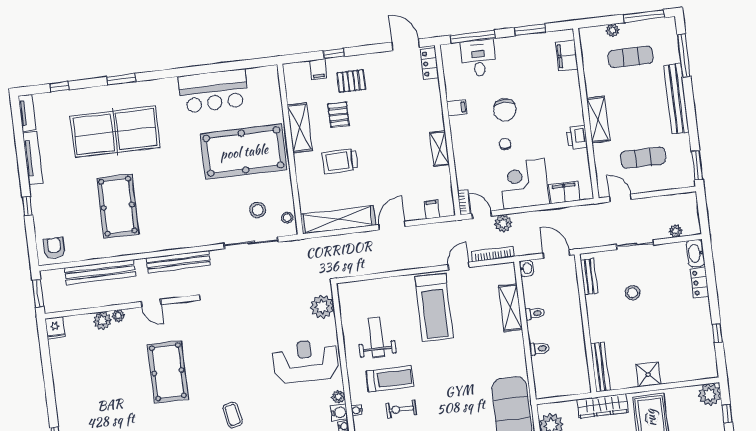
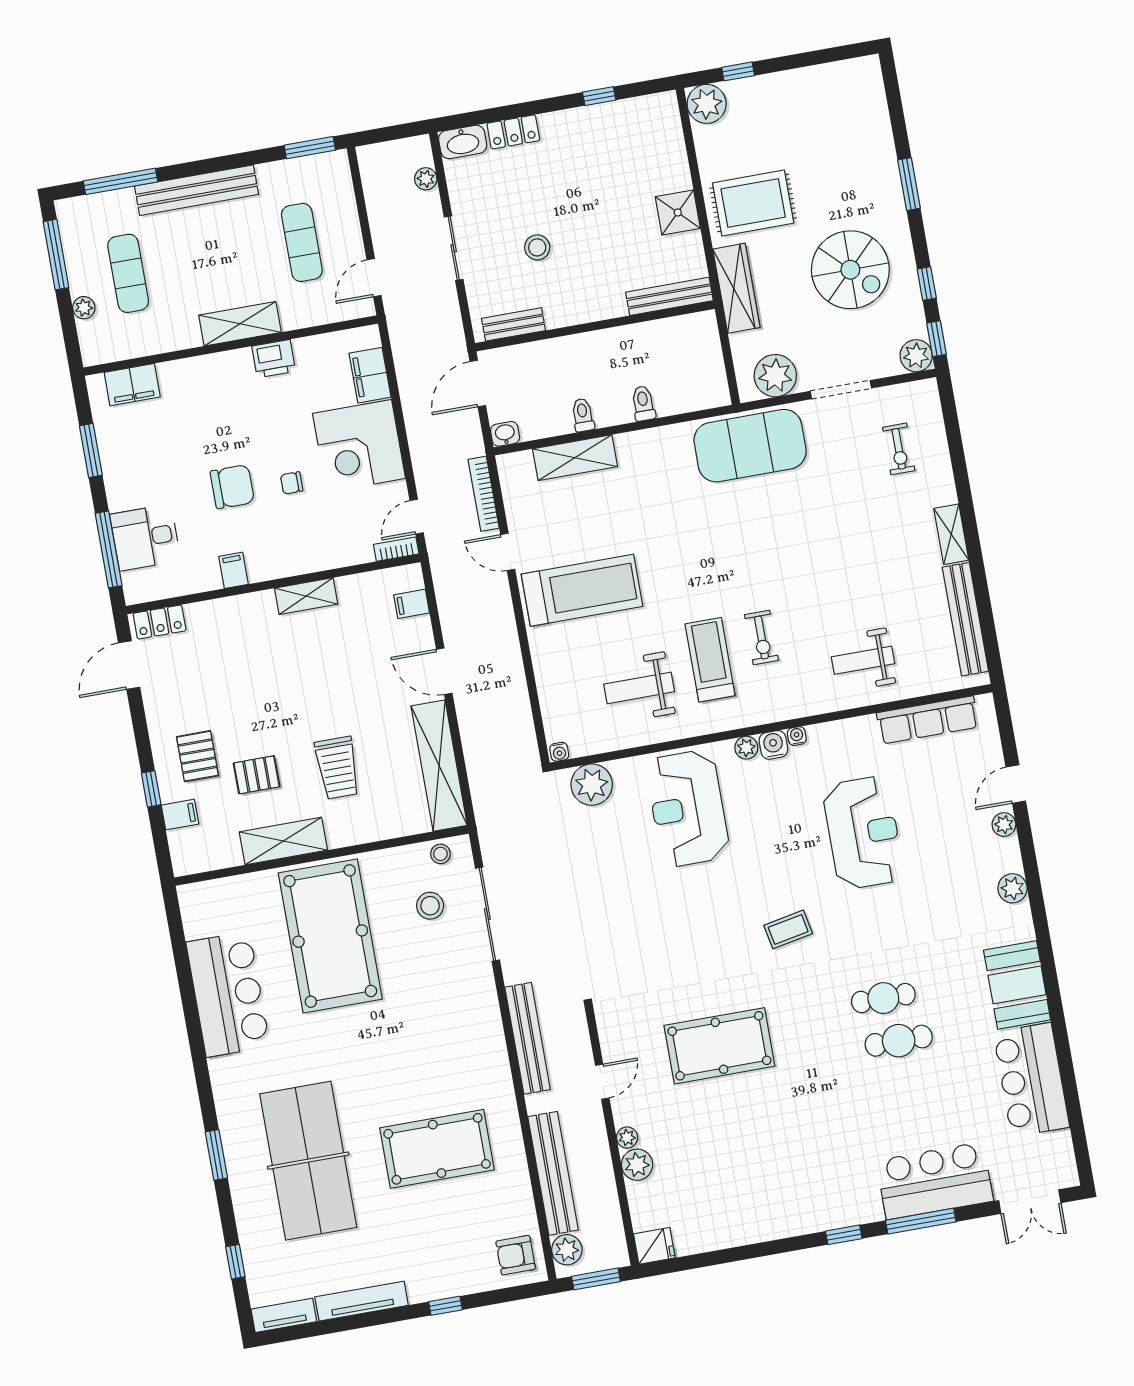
plant: (503, 223) -> (567, 1250), moved
water cooler: (357, 410) -> (559, 752), moved

